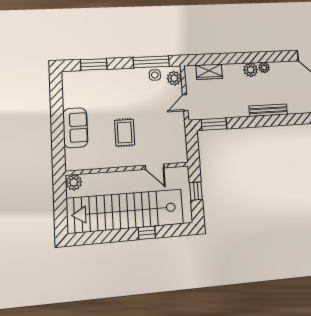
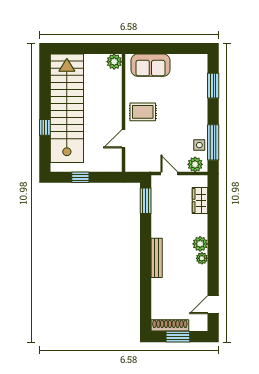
door: (155, 167) -> (124, 139), moved
wall: (128, 169) -> (124, 113), moved
plant: (74, 182) -> (114, 62), moved

